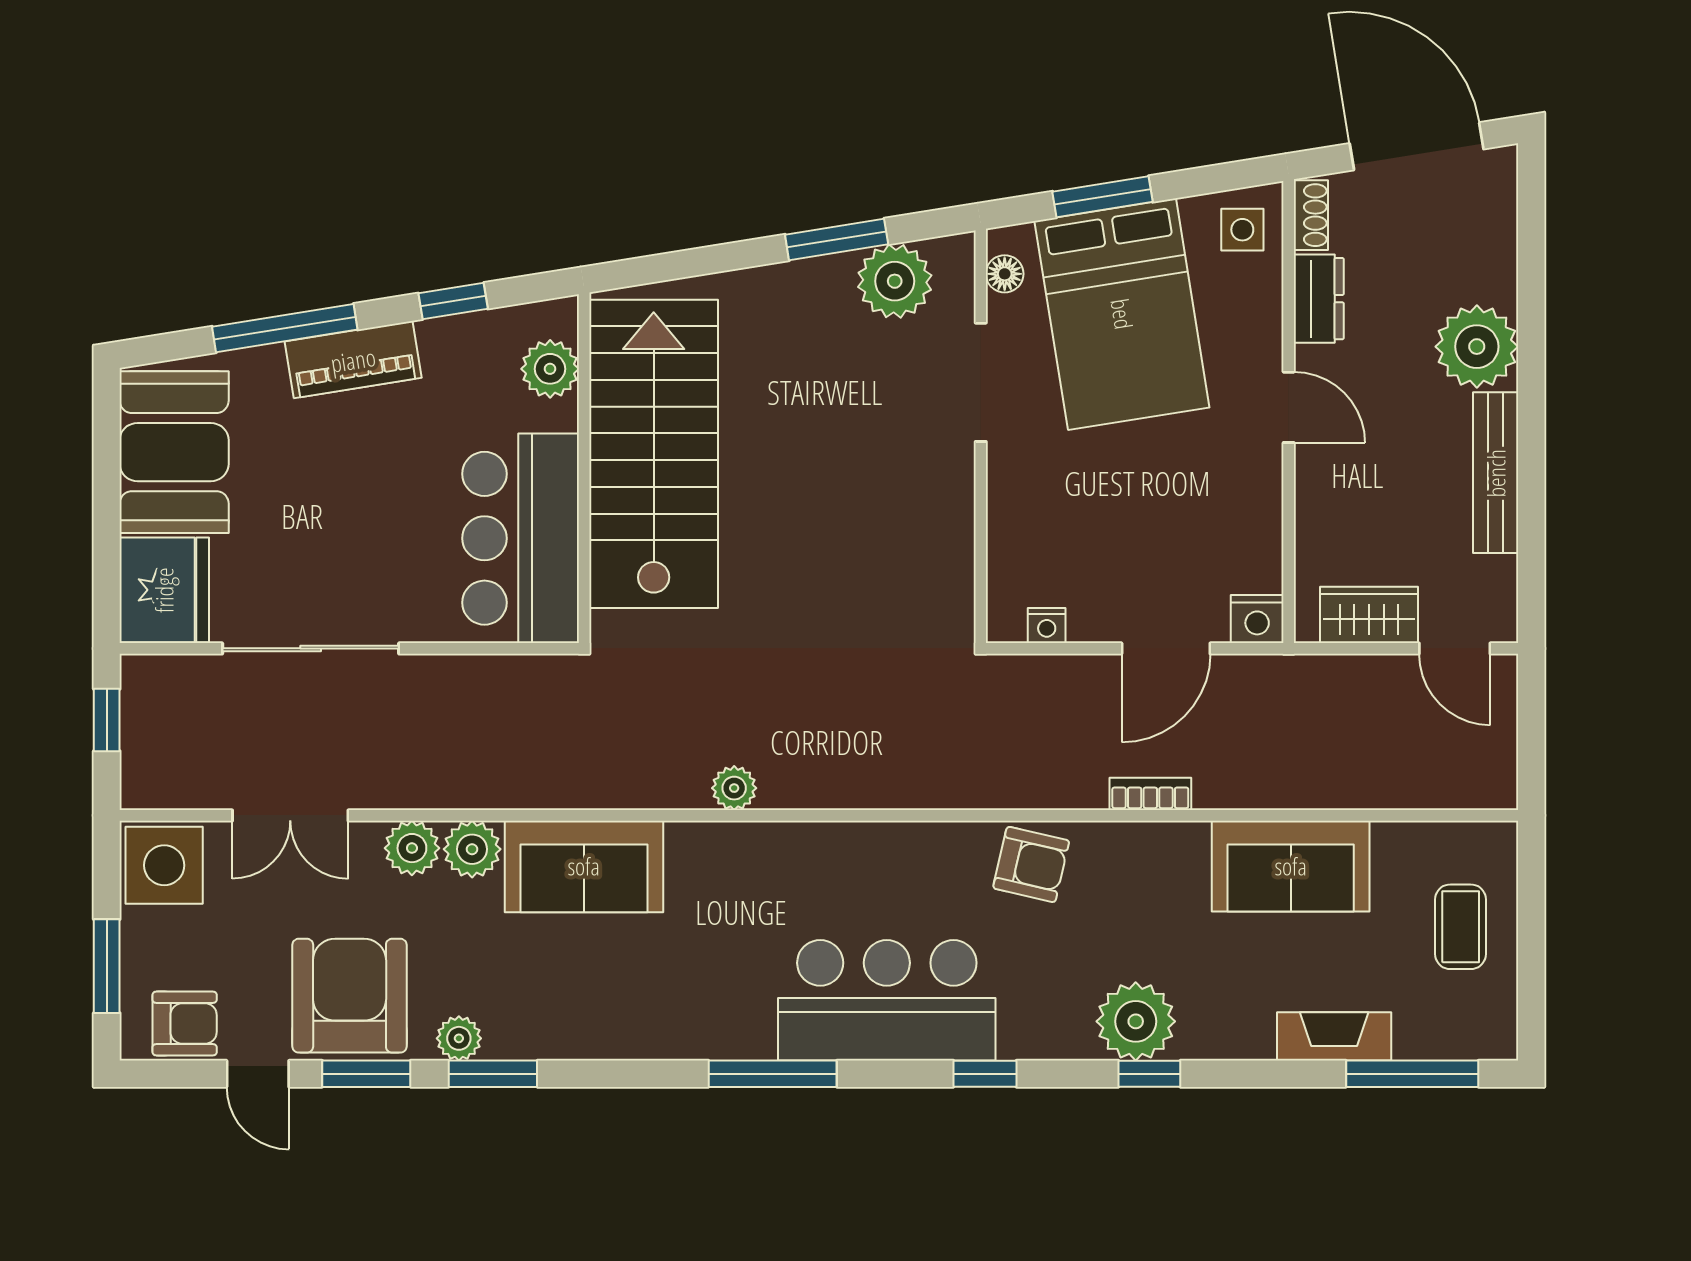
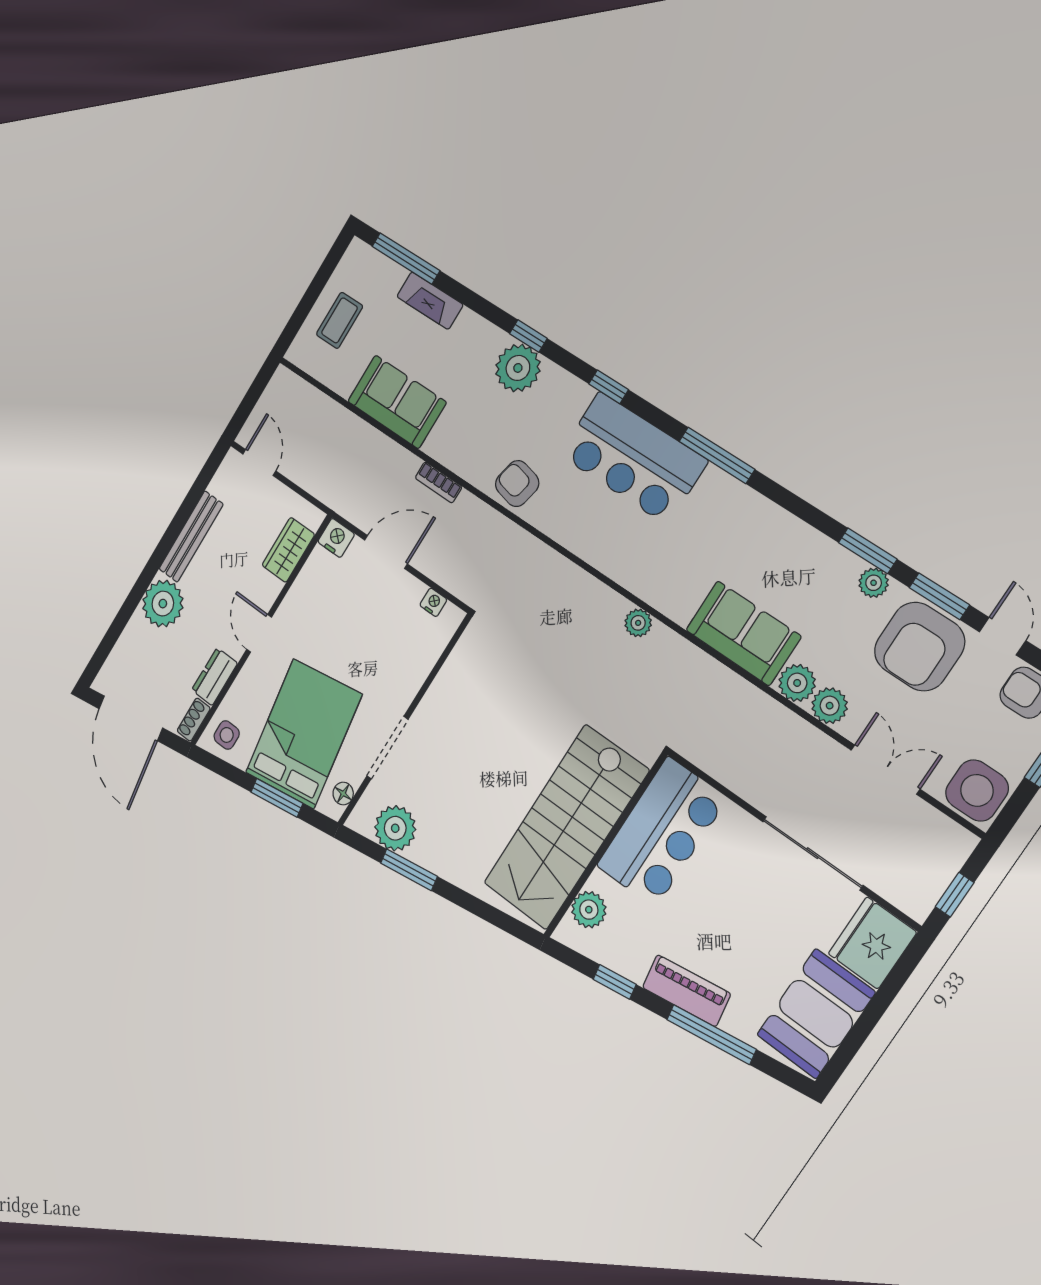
wardrobe: (1369, 615) -> (288, 550), moved, turned 90

